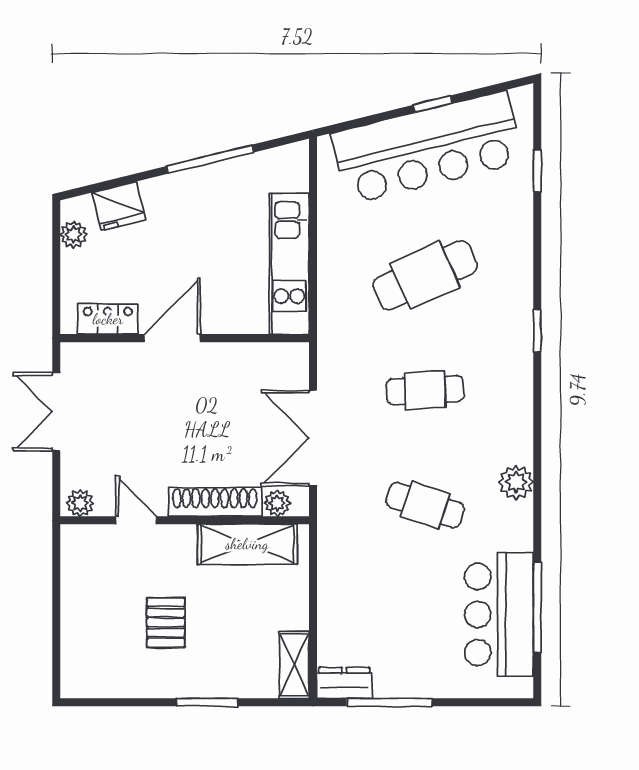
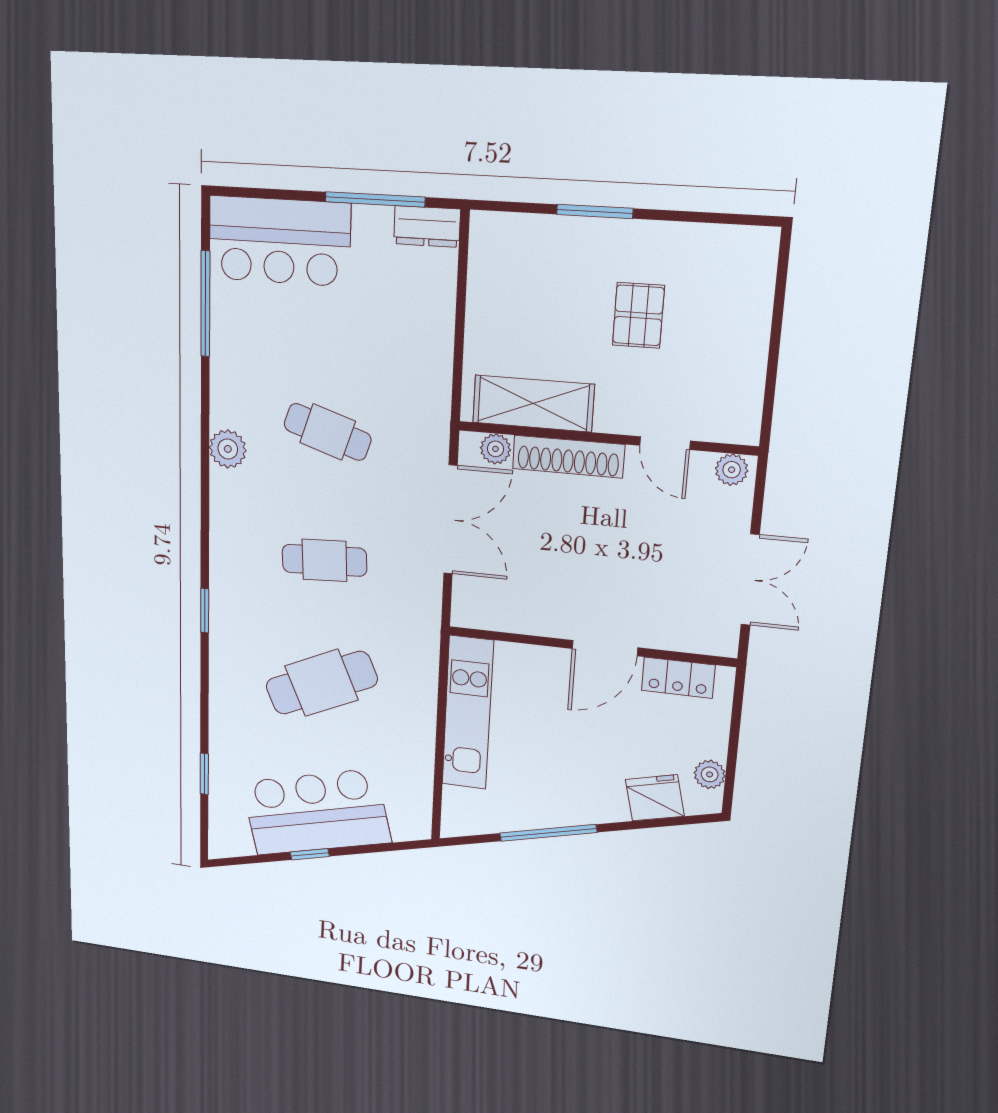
bar counter: (428, 148) -> (316, 812), width x0.73
bar counter: (499, 615) -> (279, 241), moved, turned 90
shelving: (294, 665) -> (486, 253), removed

